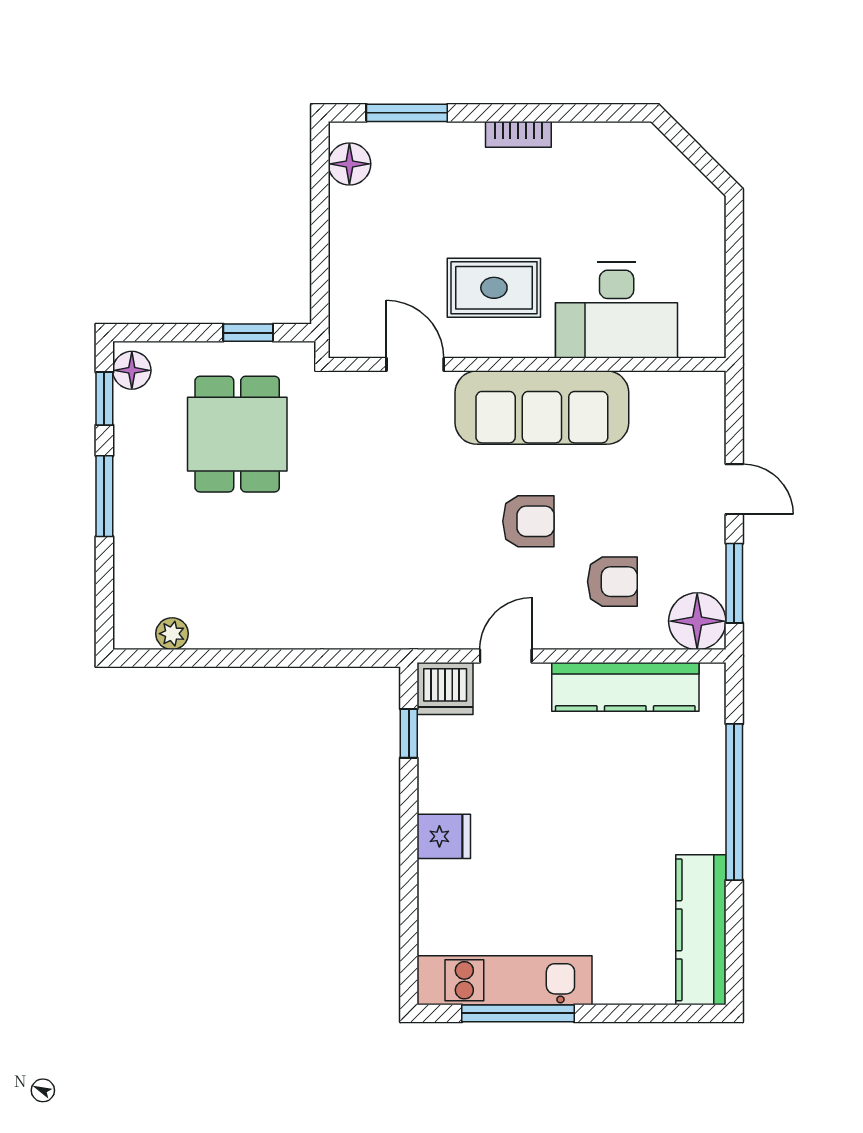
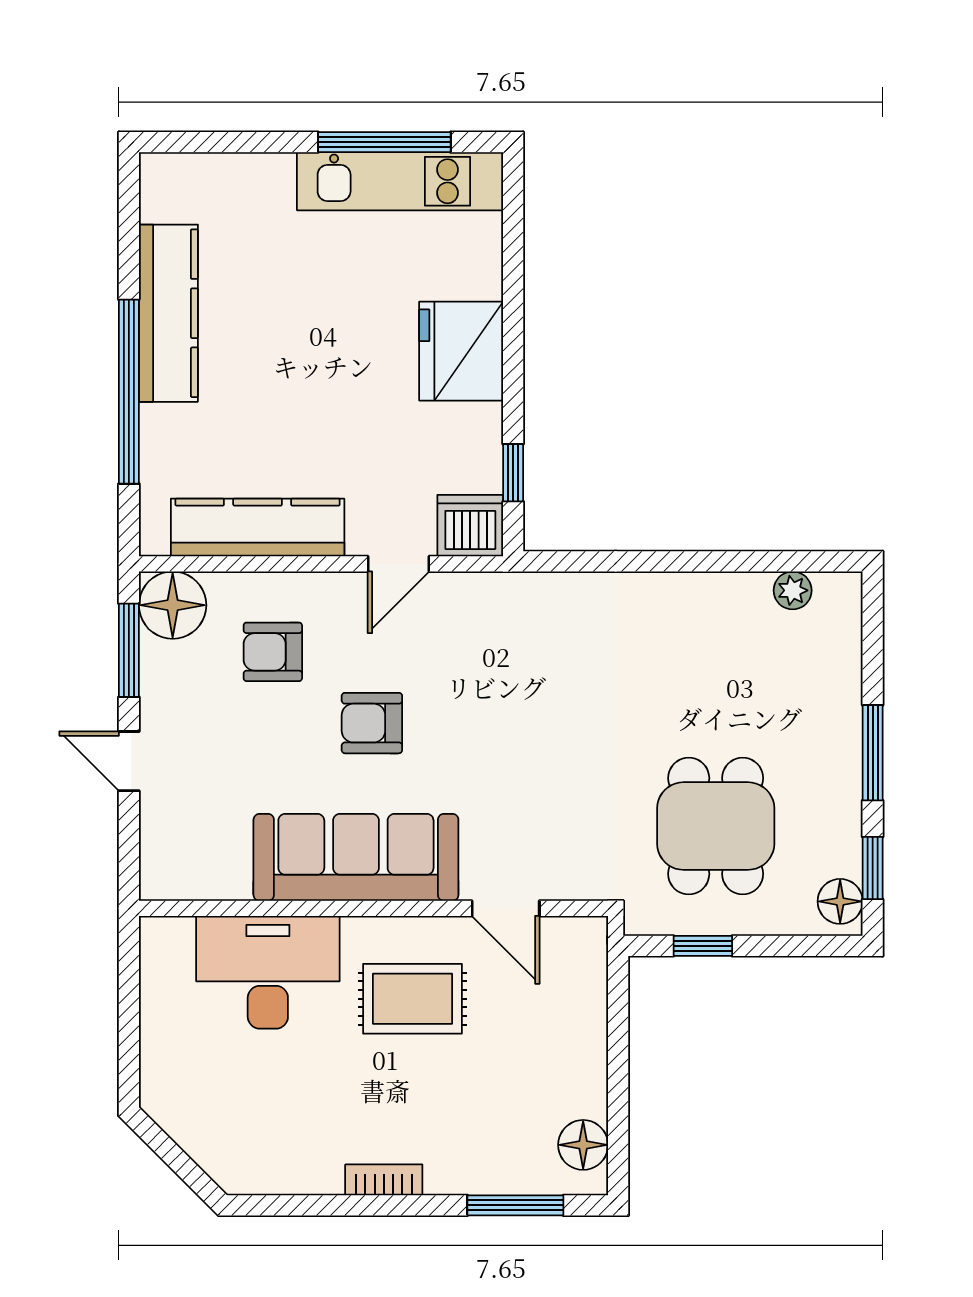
fridge: (444, 836) -> (461, 351), width x1.88, depth x1.34
kitchen counter: (701, 930) -> (168, 313), moved

